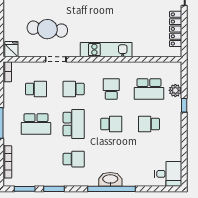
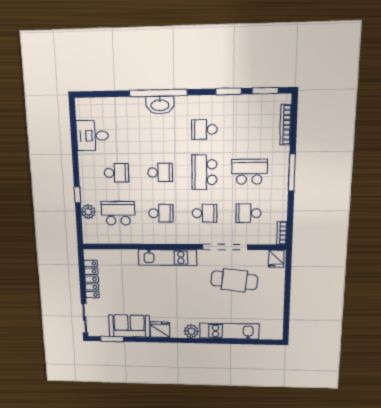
doorway: (56, 59) -> (225, 247), width x1.88
school desk: (111, 89) -> (161, 213), turned -90
school desk: (111, 124) -> (160, 172), turned 180
desk: (168, 174) -> (92, 136), moved

